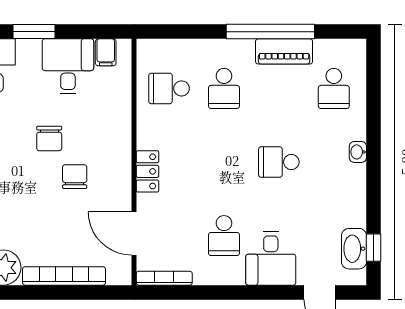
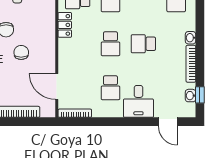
school desk: (224, 162) -> (110, 44), added
locker: (148, 171) -> (65, 25), moved
bookcase: (358, 195) -> (191, 64), added
washbasin: (354, 249) -> (191, 96), width x0.52, depth x0.69

